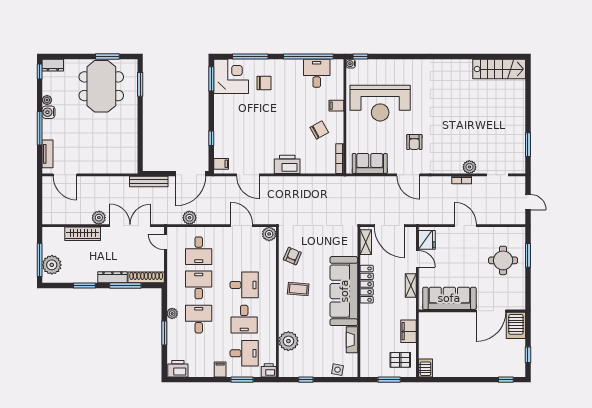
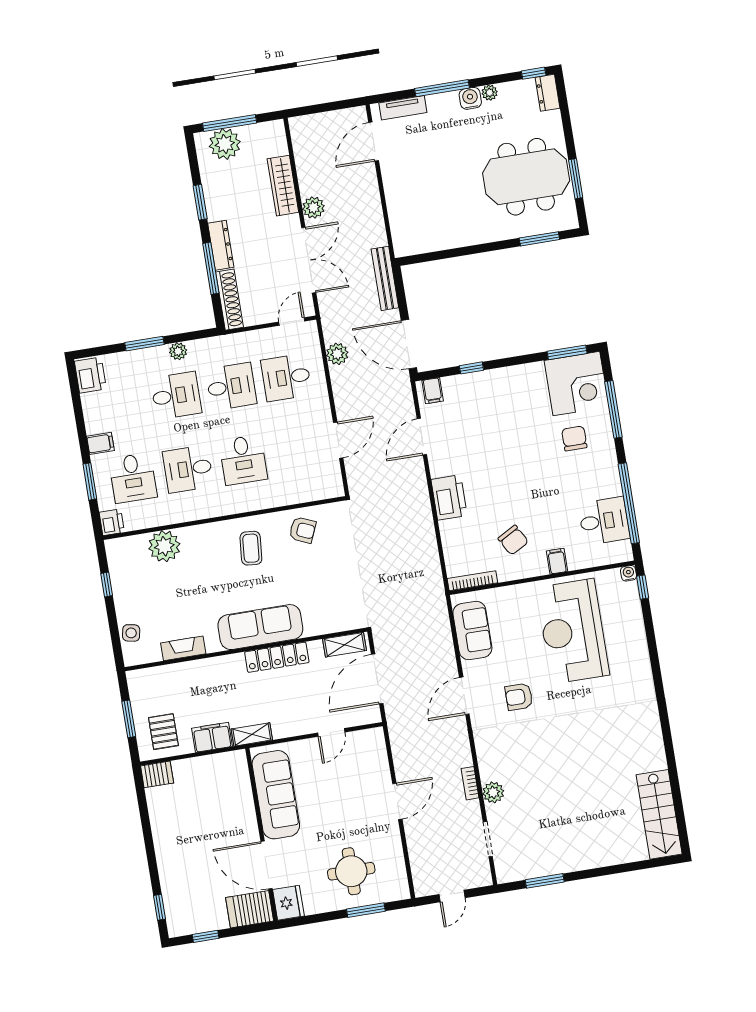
chair: (264, 83) -> (574, 438), turned 180
plant: (269, 234) -> (332, 487), removed
fridge: (427, 240) -> (288, 903), moved, turned -90
shelving: (411, 286) -> (252, 734), moved
sofa: (344, 291) -> (260, 627), width x0.74, depth x0.79

